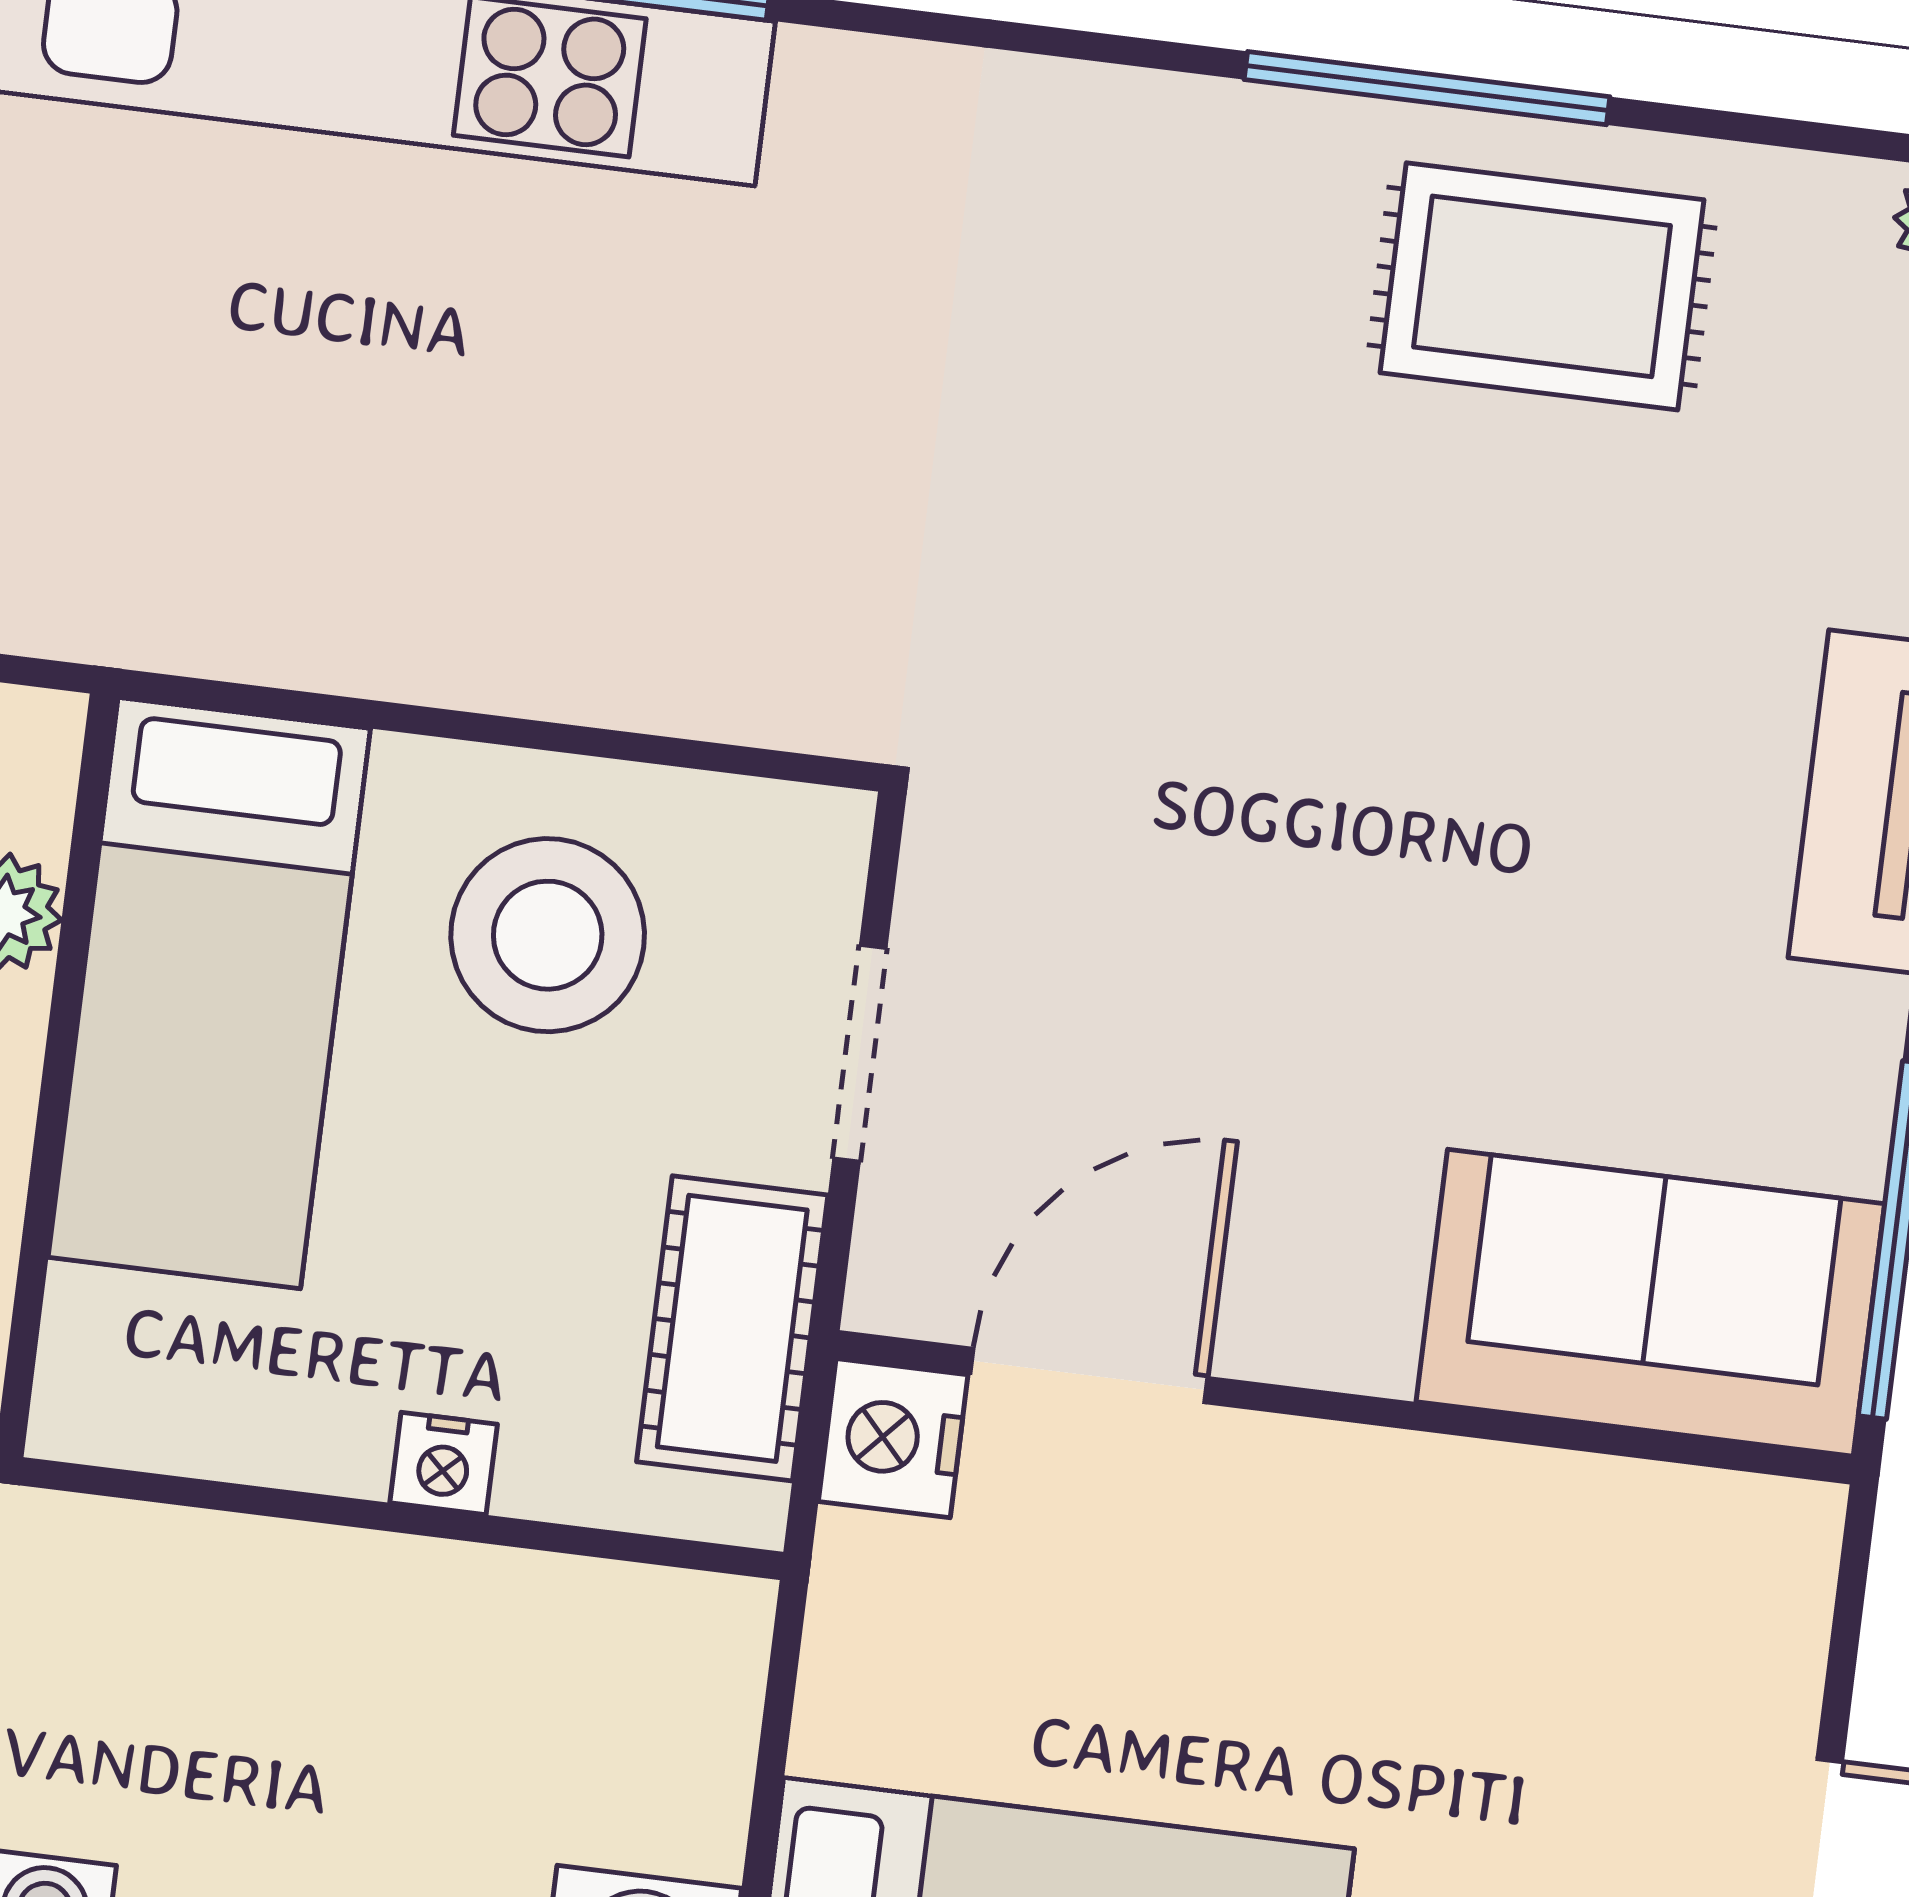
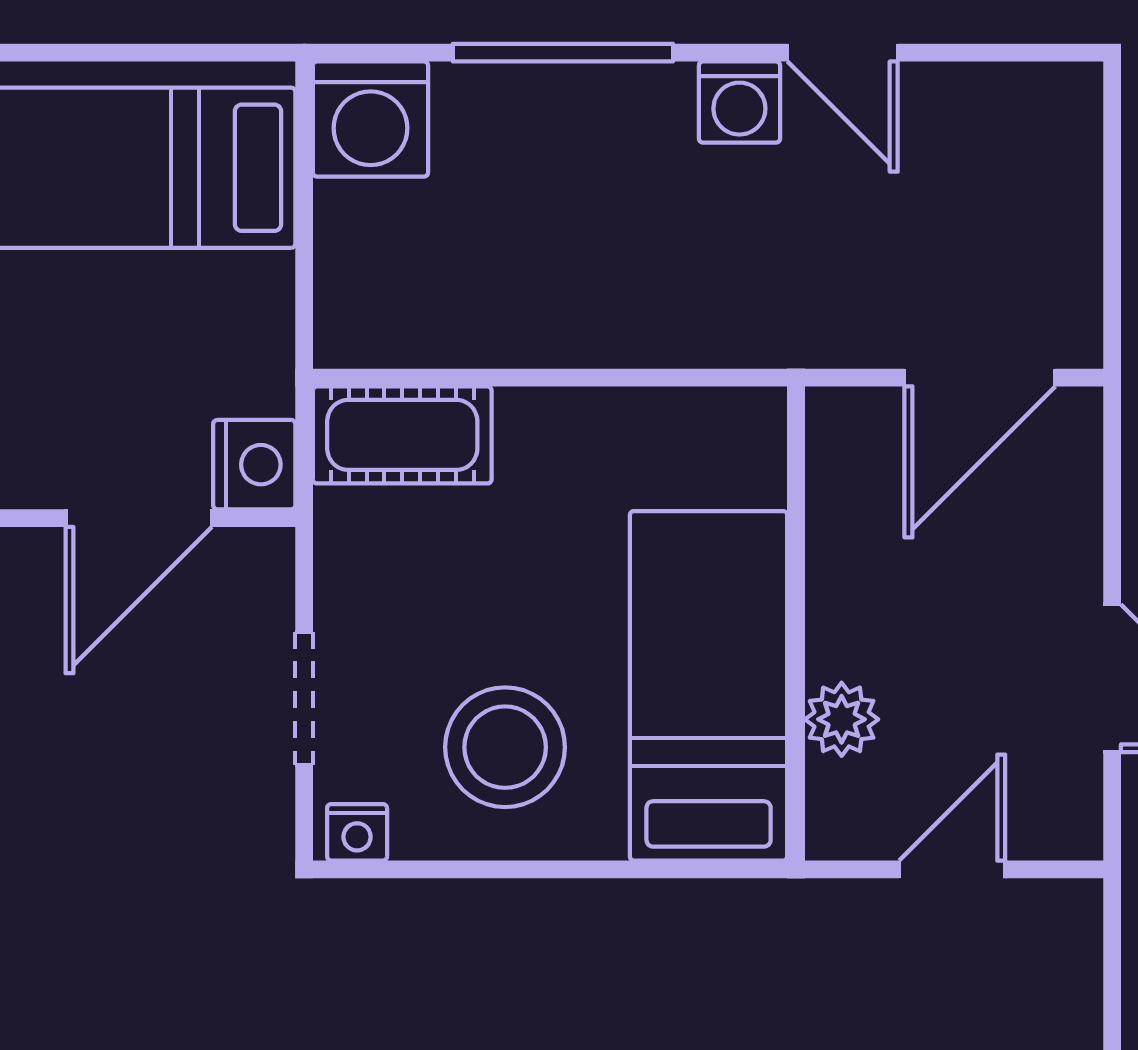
cot: (732, 1328) -> (402, 435), moved, turned 90
nightstand: (444, 1463) -> (357, 832), moved, turned 180

